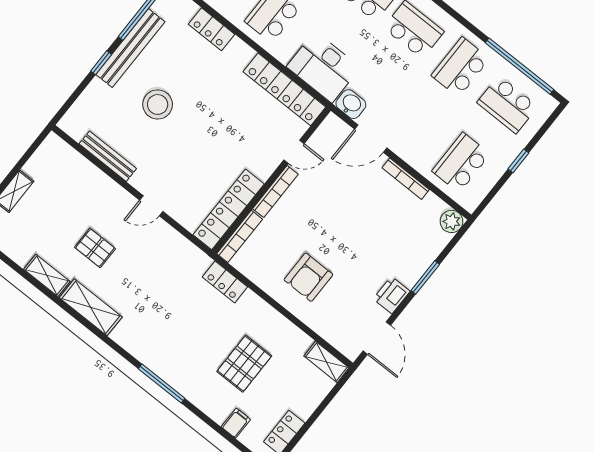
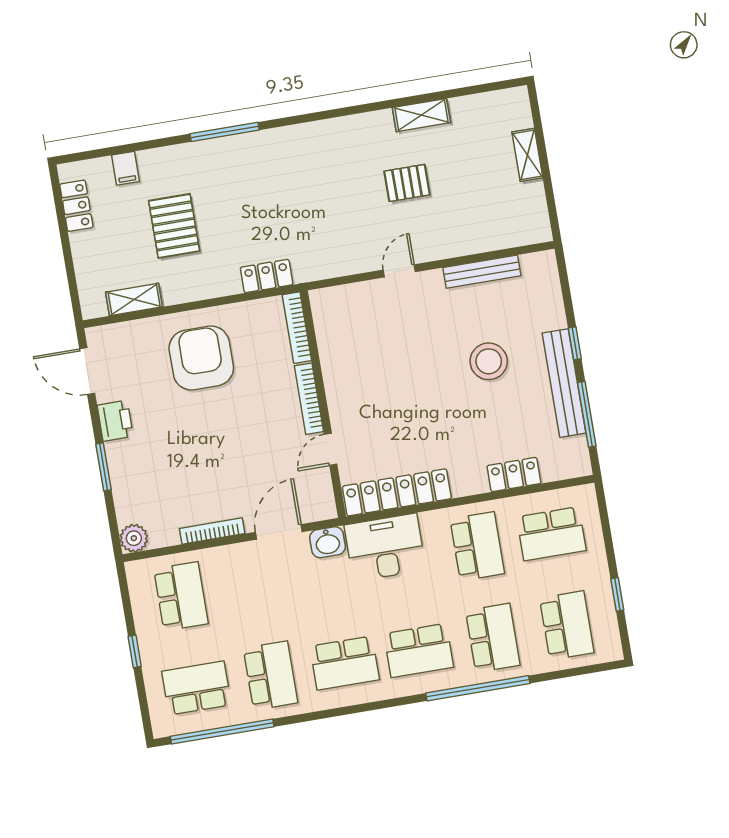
locker: (229, 209) -> (331, 340), removed
armchair: (308, 277) -> (201, 358), width x1.36, depth x1.36
shelving: (91, 307) -> (355, 129), removed
shelving: (326, 362) -> (134, 299), moved

